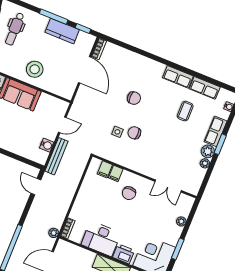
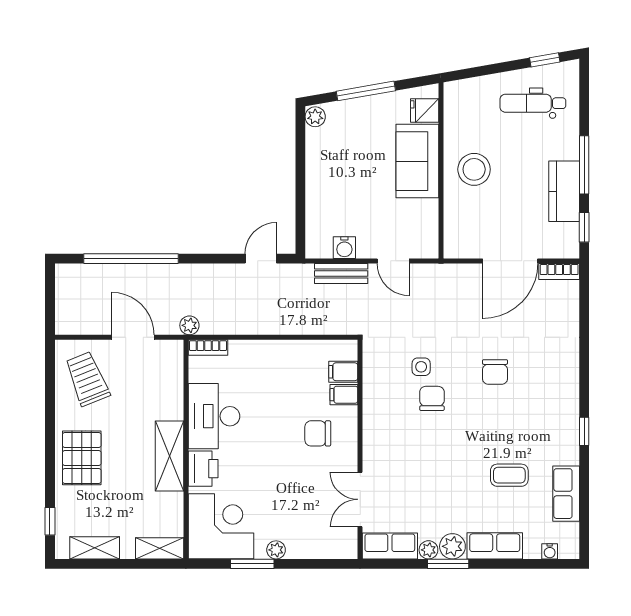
window: (179, 67) -> (584, 431), added
row of seats: (178, 77) -> (390, 546), moved, turned 90
window: (220, 144) -> (448, 564), moved
bench: (56, 156) -> (341, 273), width x0.73
plant: (181, 221) -> (276, 550), moved

